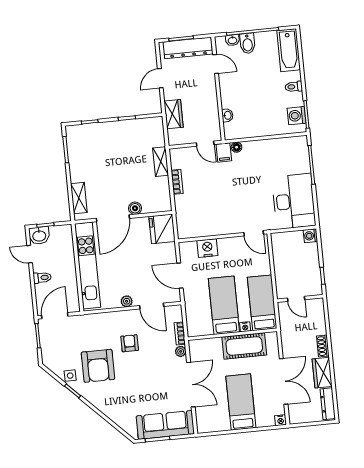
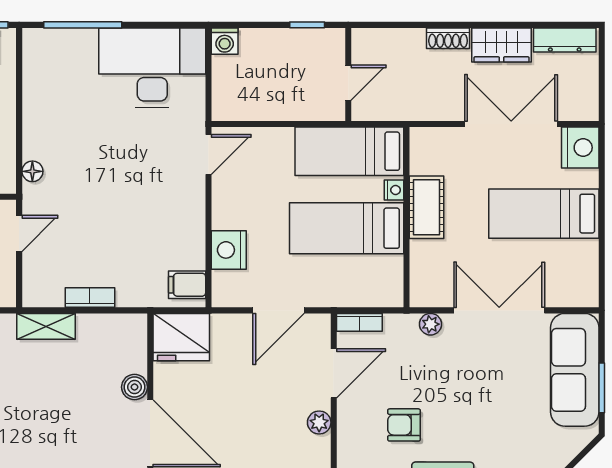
filing cabinet: (224, 152) -> (187, 285), moved, turned 180
bookcase: (180, 334) -> (359, 322), moved
cot: (244, 346) -> (426, 207), width x0.73, depth x0.75
nightstand: (281, 420) -> (580, 148), width x1.89, depth x1.79

